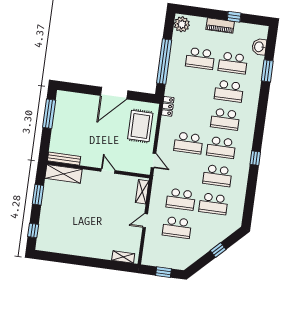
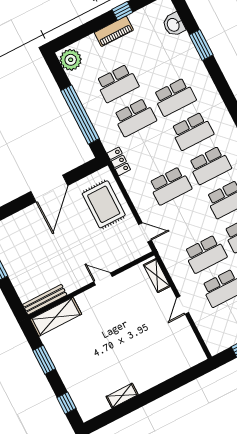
school desk: (233, 63) -> (135, 117), moved
shelving: (123, 257) -> (122, 396), moved

